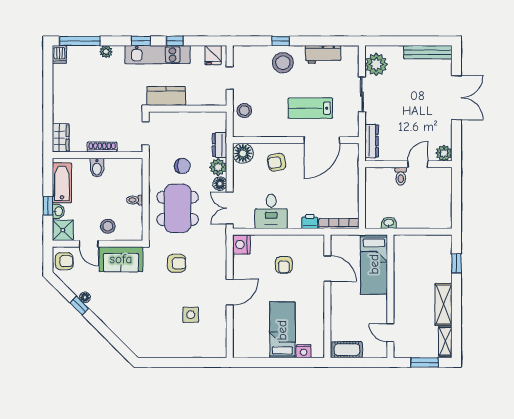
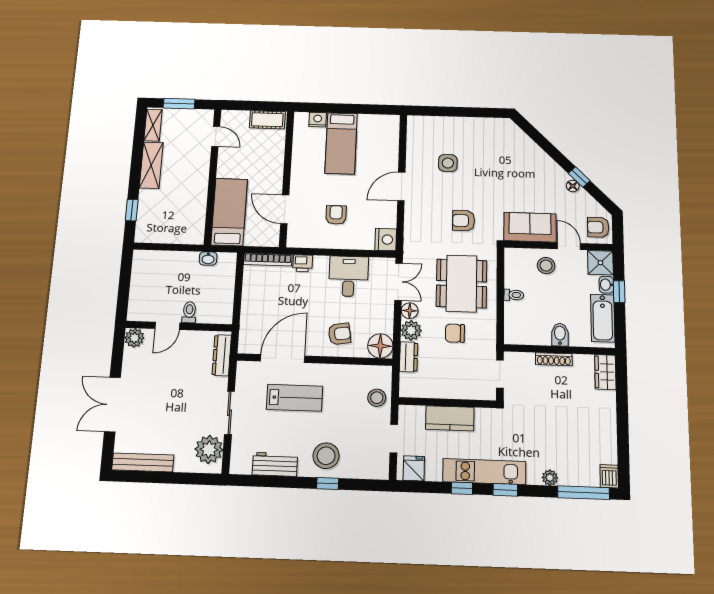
kitchen counter: (166, 96) -> (450, 418), moved

